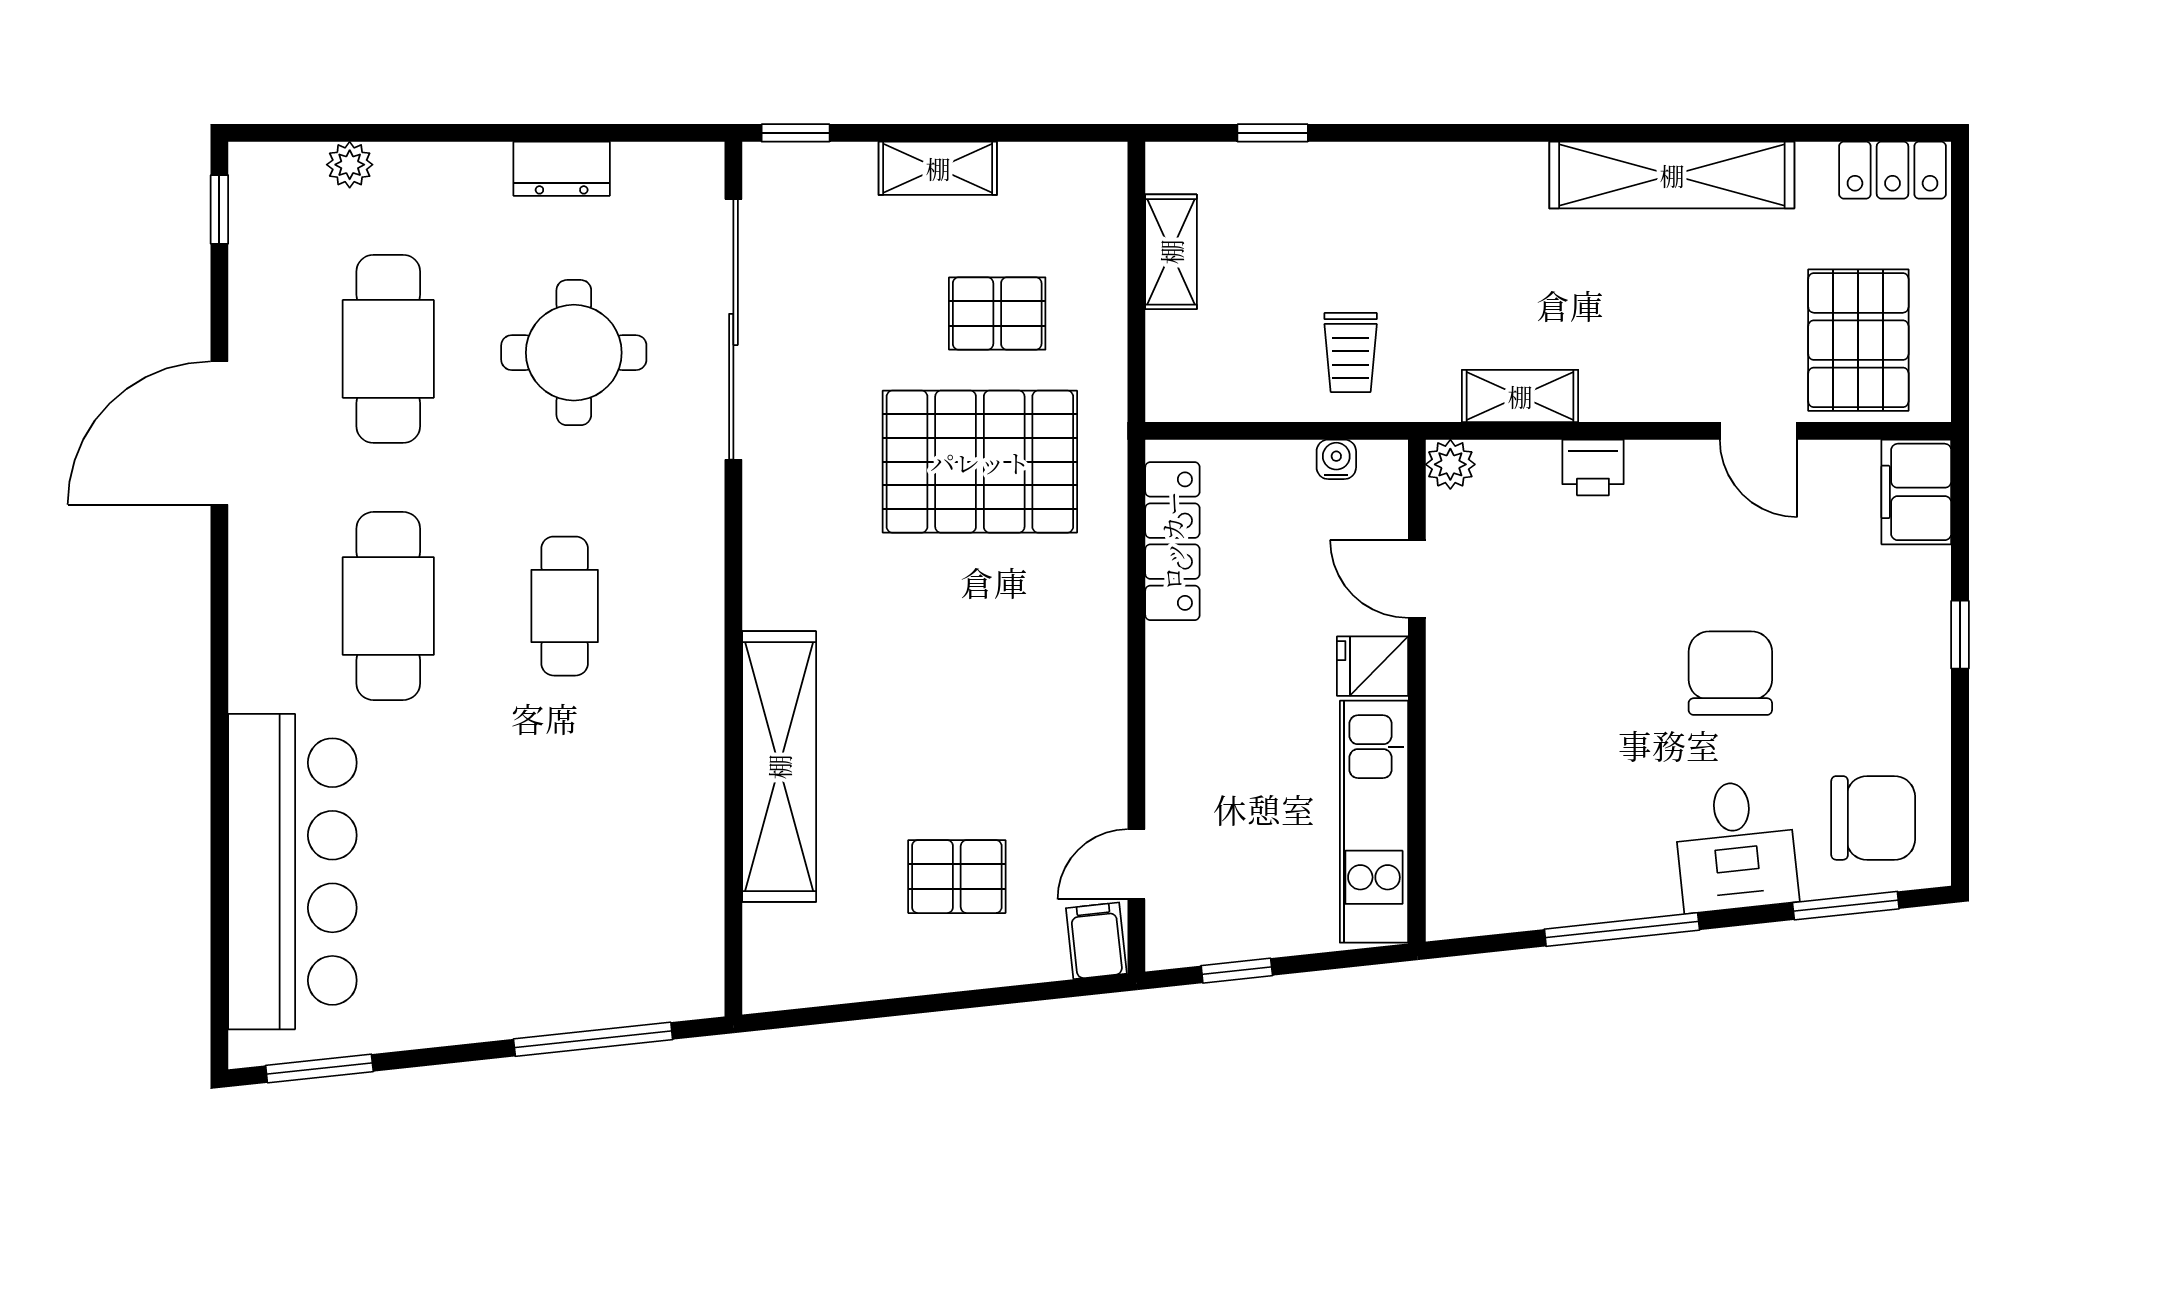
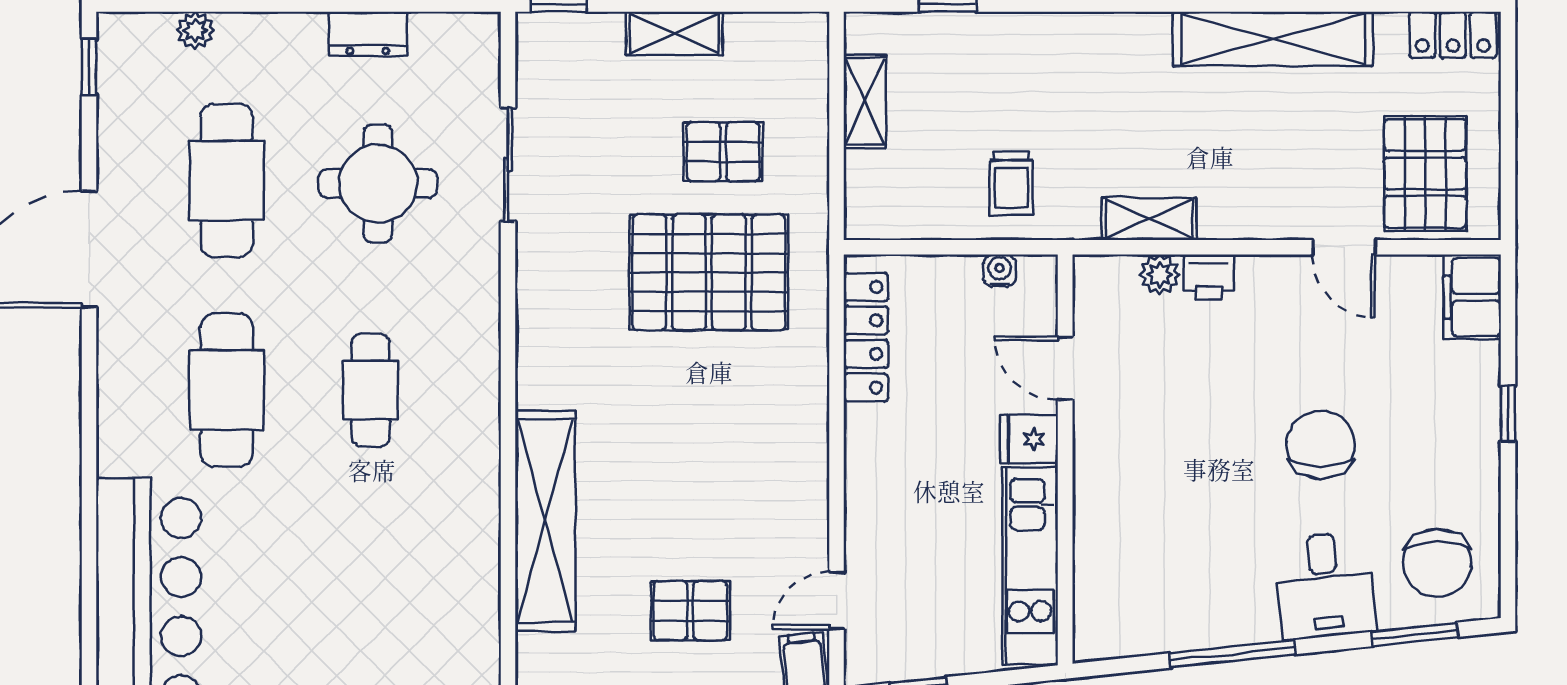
sliding door: (733, 329) -> (508, 165), width x0.54
plant: (1450, 464) -> (1160, 275), moved
chair: (1873, 818) -> (1437, 563), turned 90

